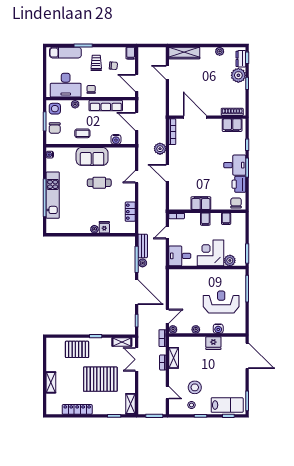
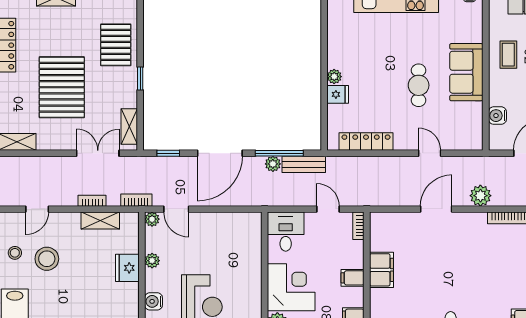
locker: (130, 212) -> (366, 142), width x1.53
fridge: (213, 343) -> (127, 268), moved

